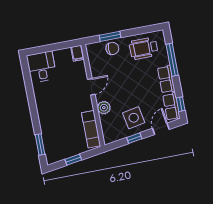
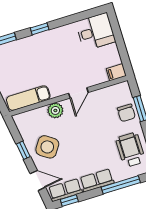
door: (91, 87) -> (78, 93), hinge flipped
window: (34, 113) -> (40, 29), added
side table: (134, 118) -> (47, 147), turned 45

